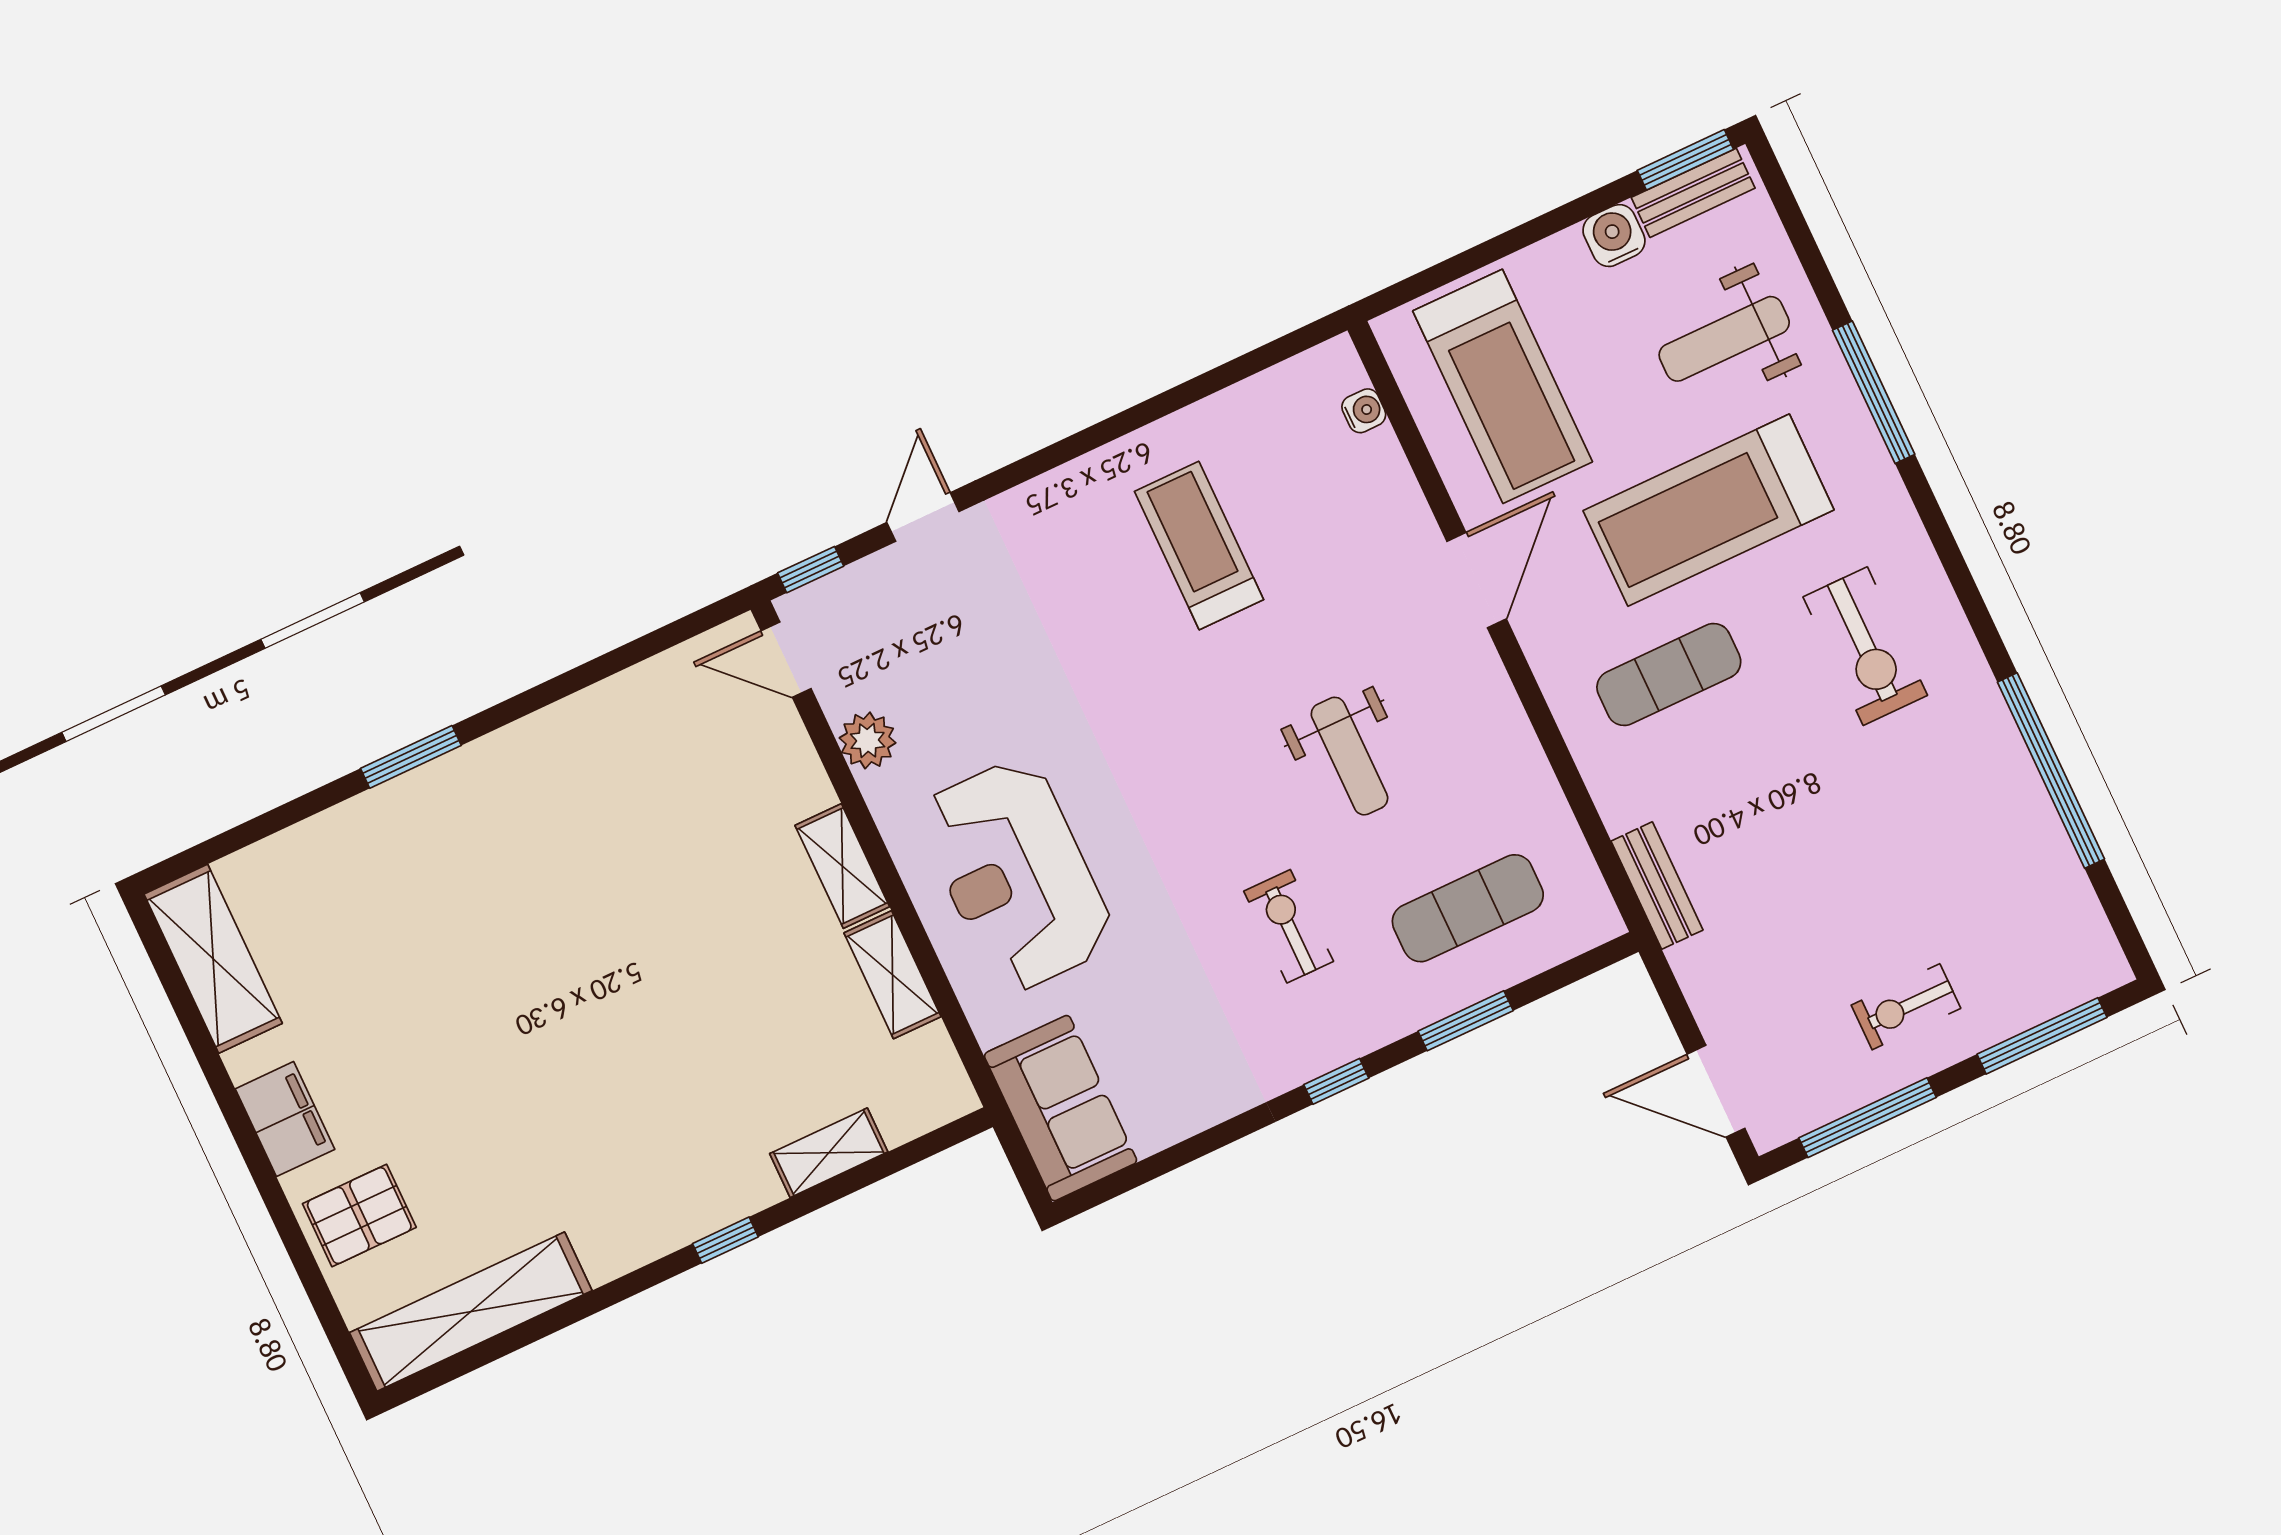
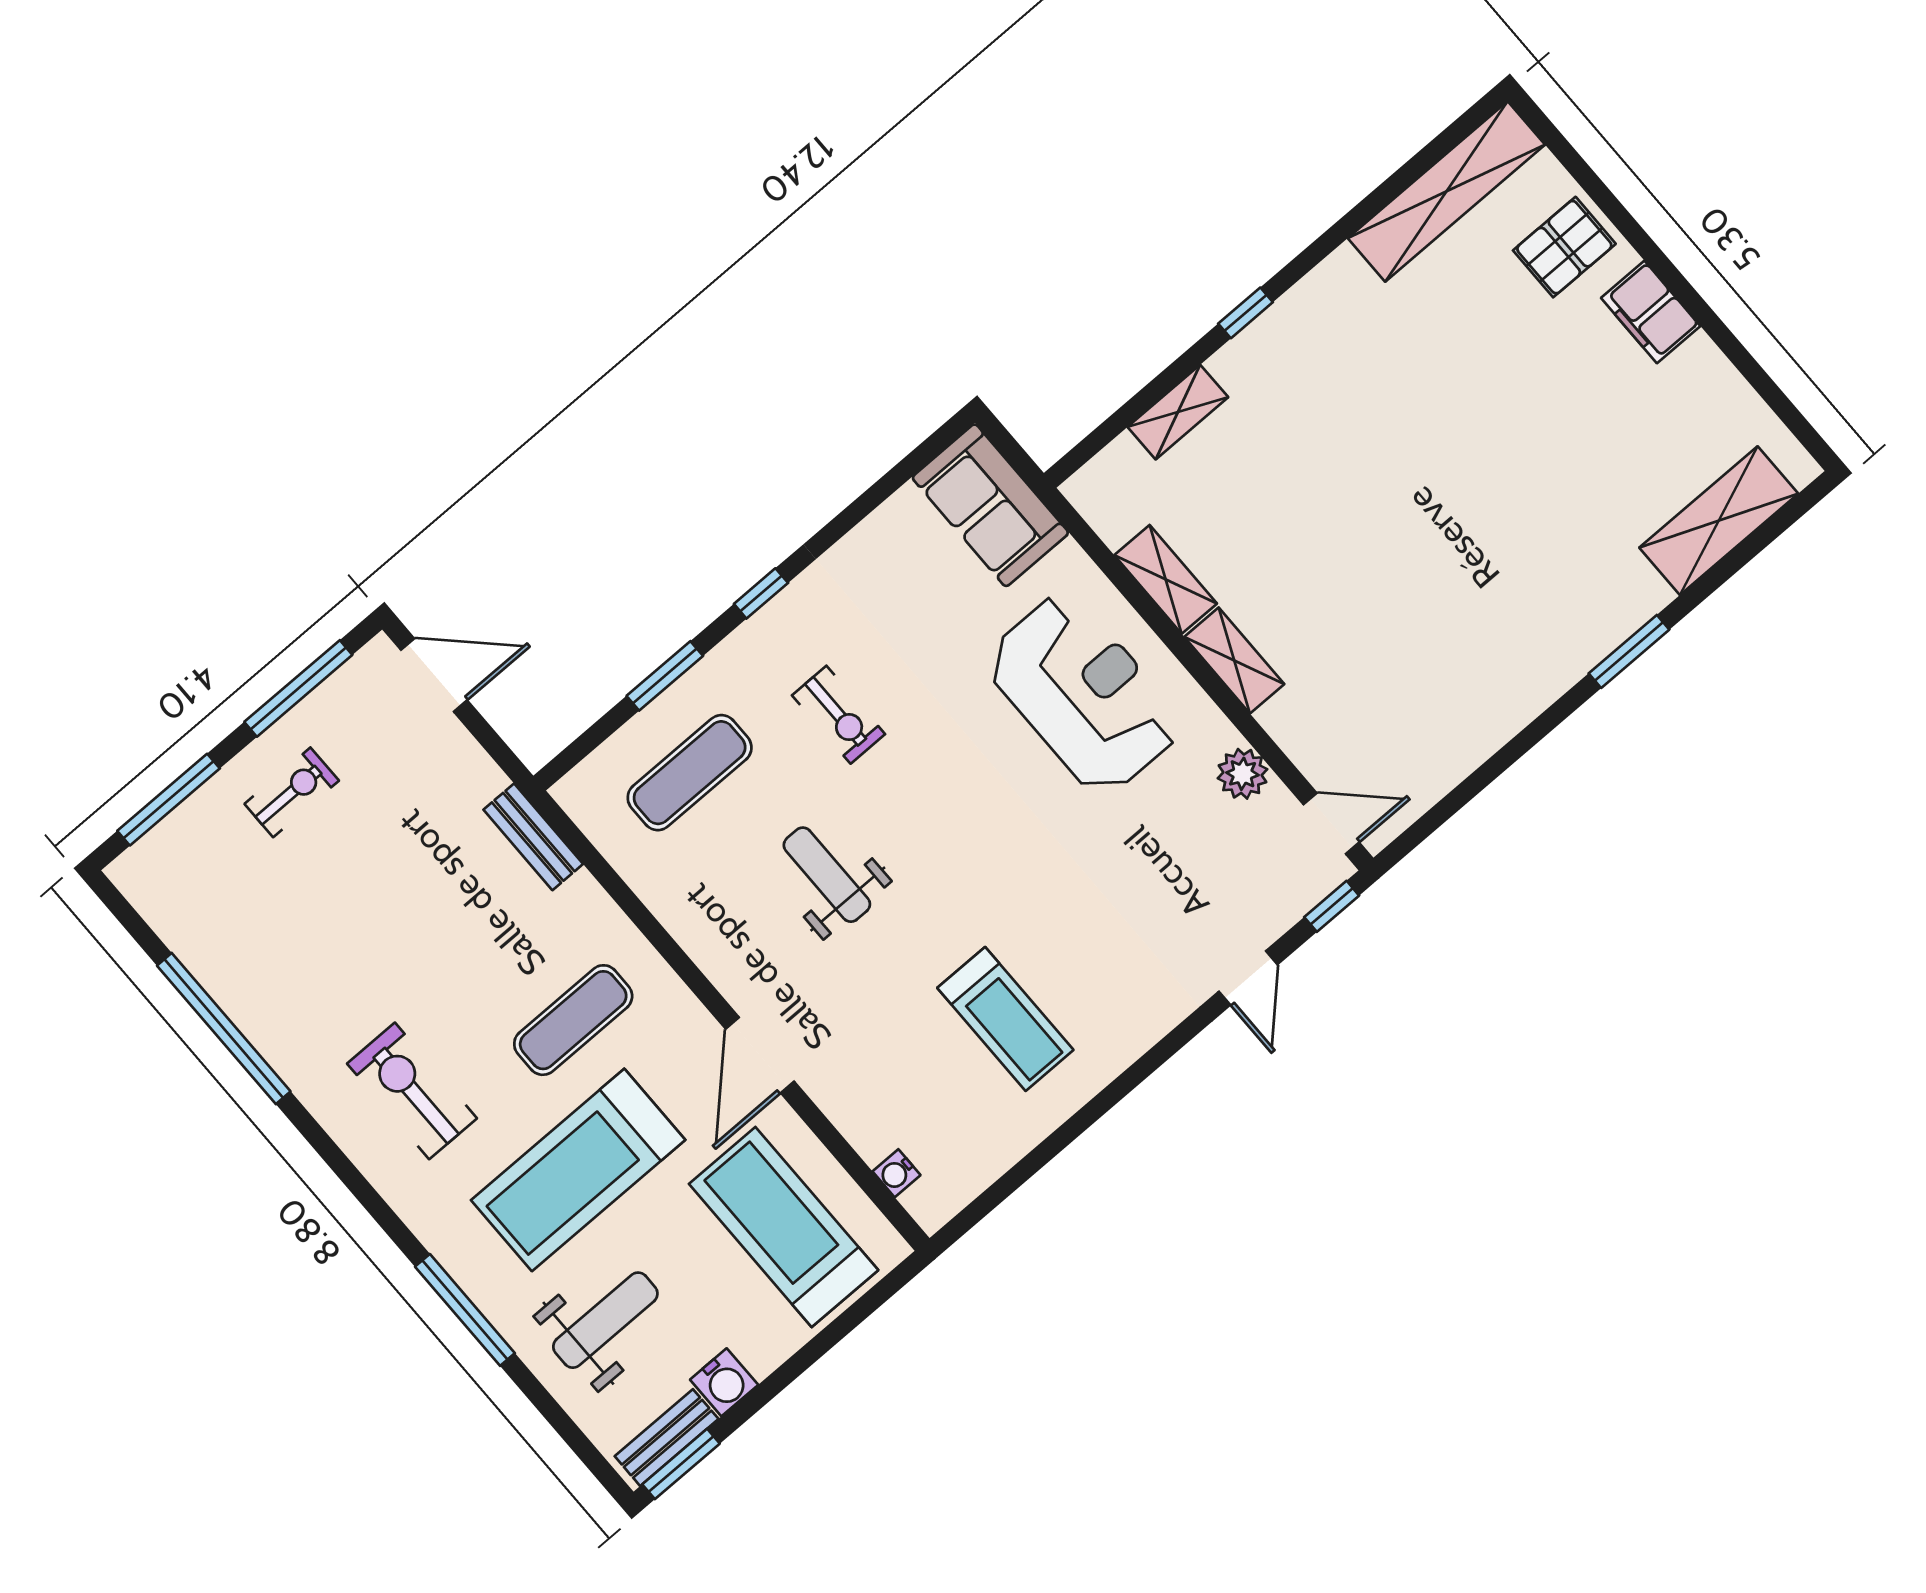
treadmill: (1709, 510) -> (578, 1170), turned 180
shelving: (213, 959) -> (1719, 521), moved, turned 90

